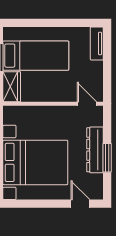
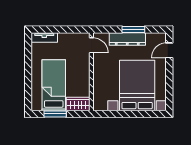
door: (87, 104) -> (91, 45), swing flipped

